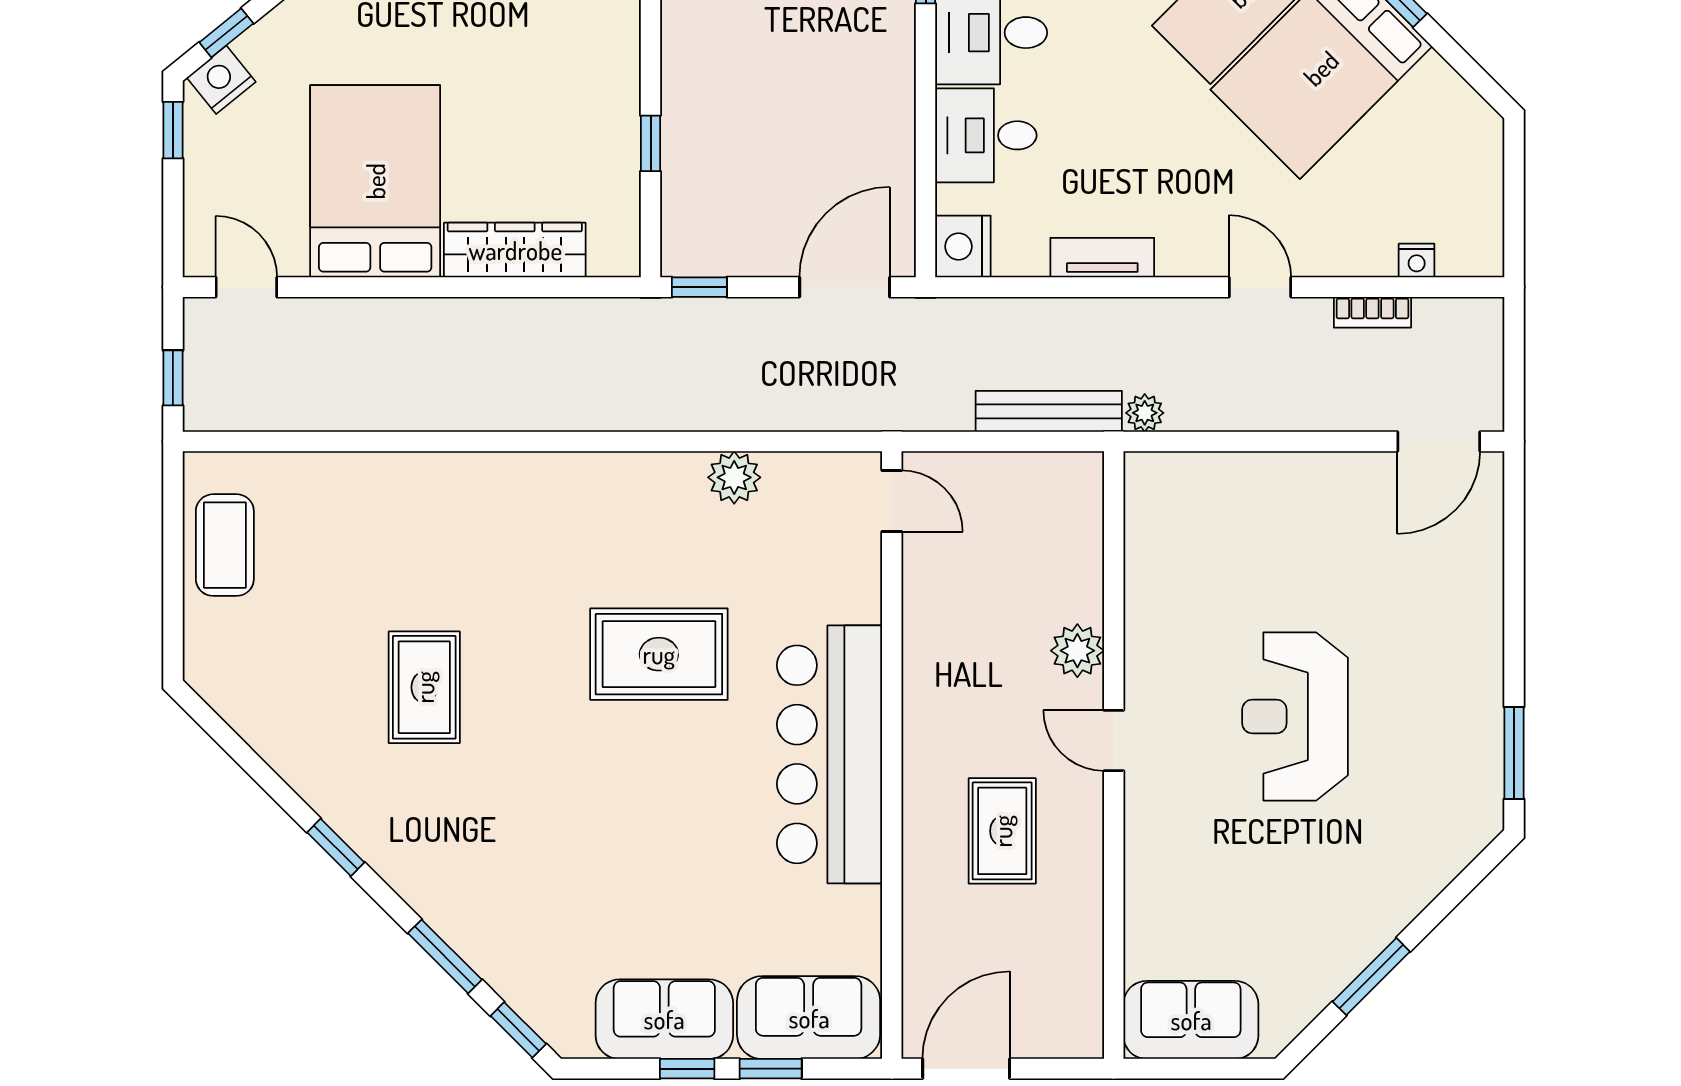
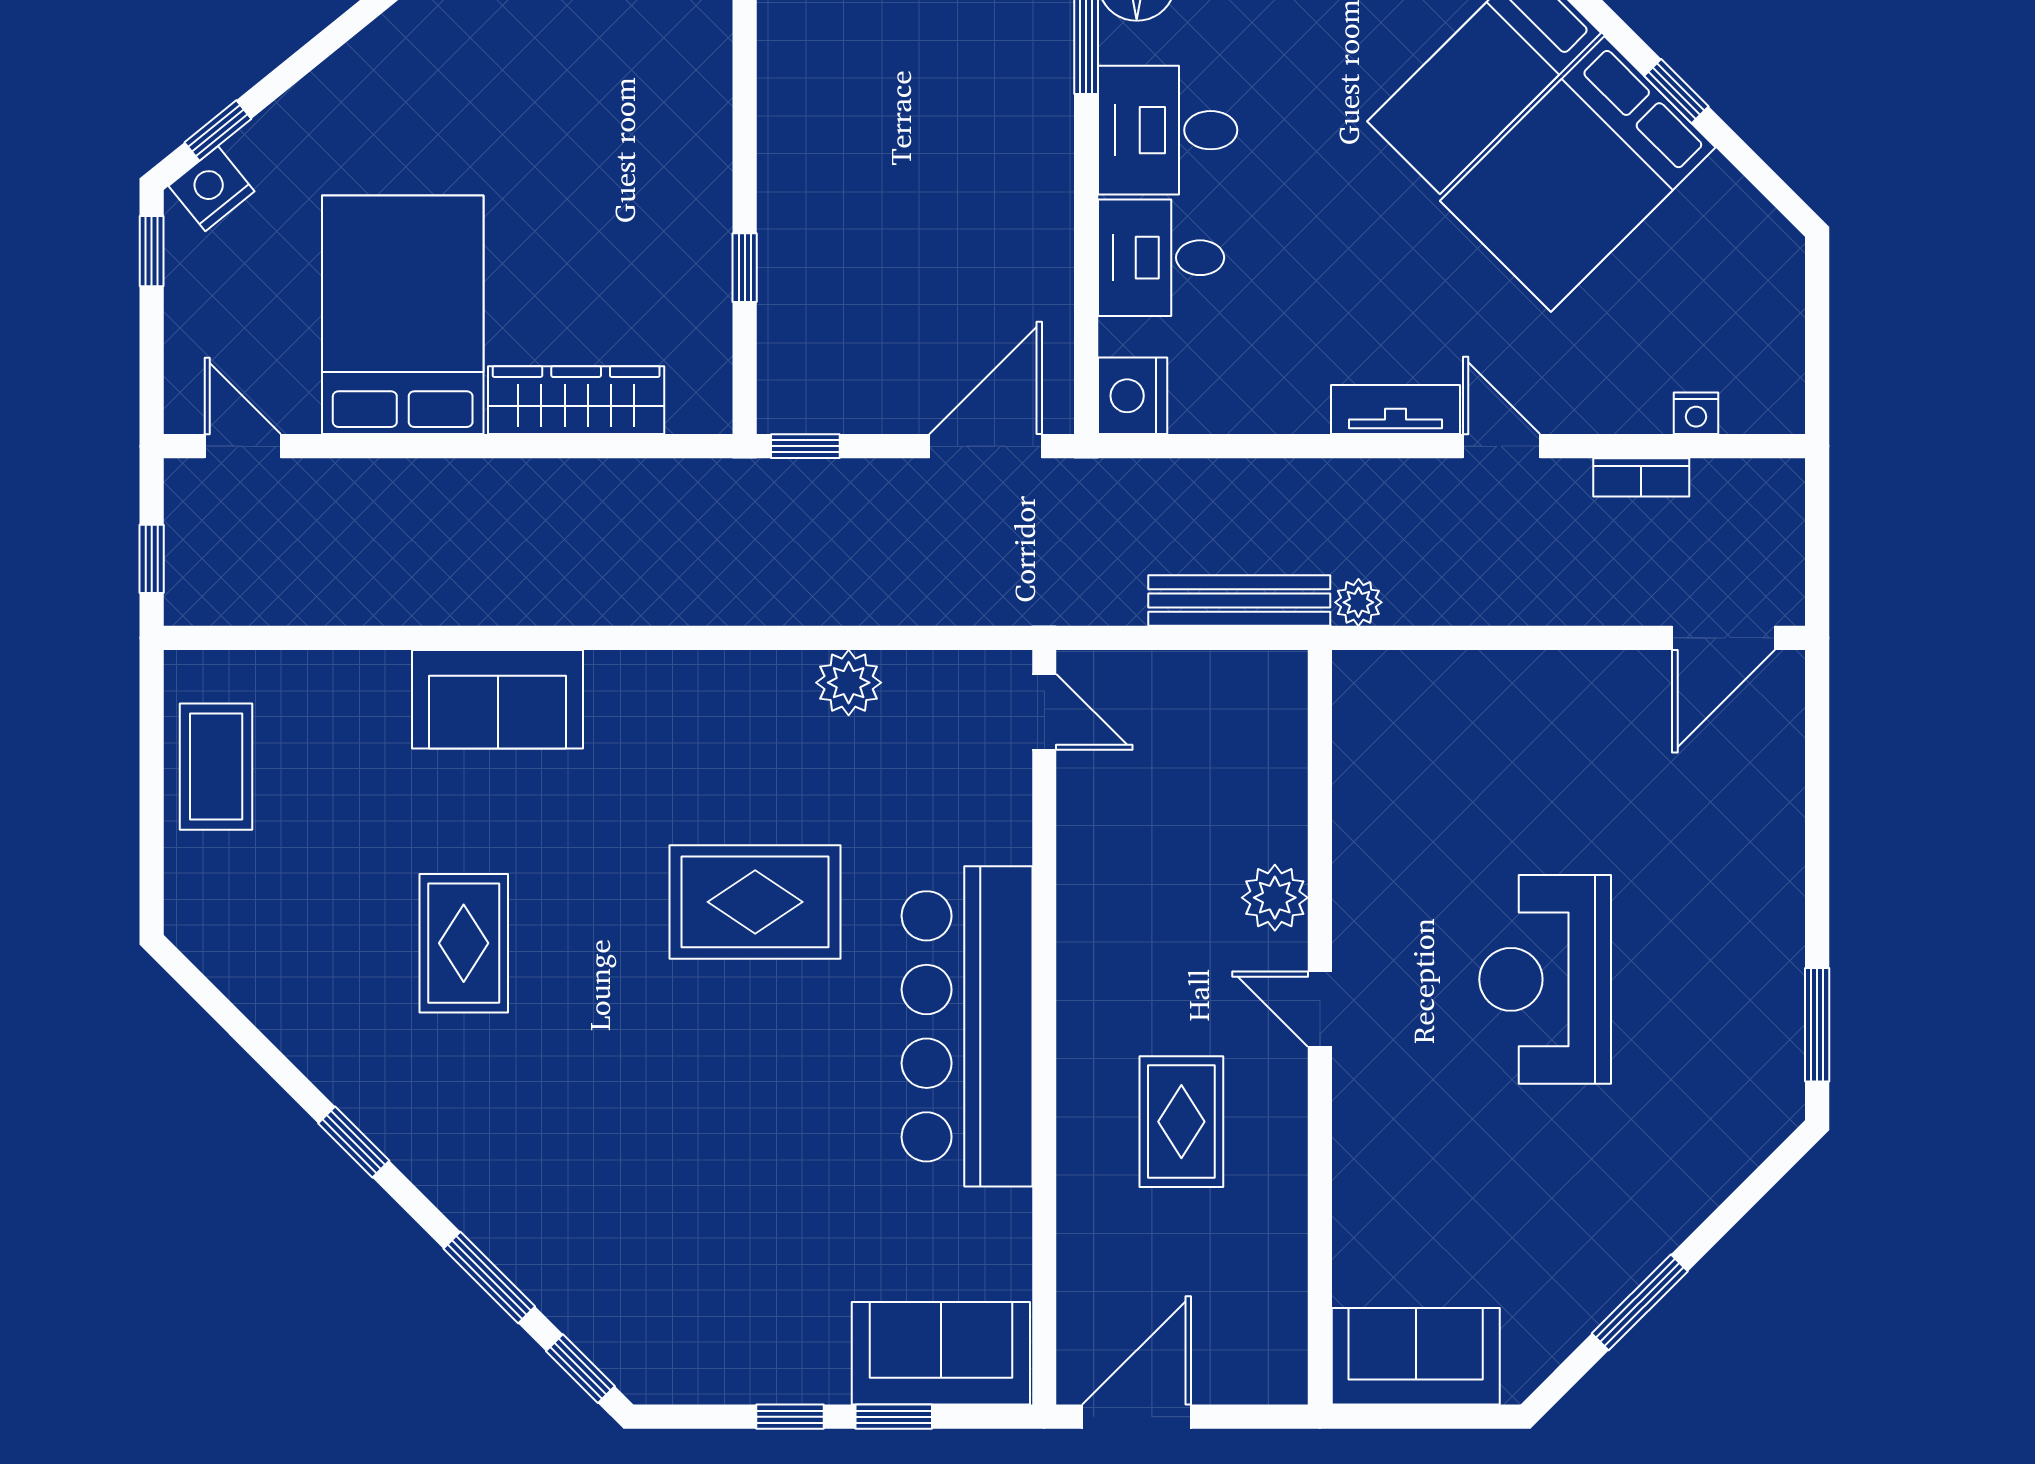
tv unit: (1102, 258) -> (1396, 410), moved
sofa: (664, 1019) -> (498, 699), moved, turned 180

